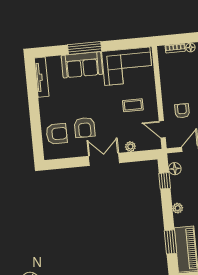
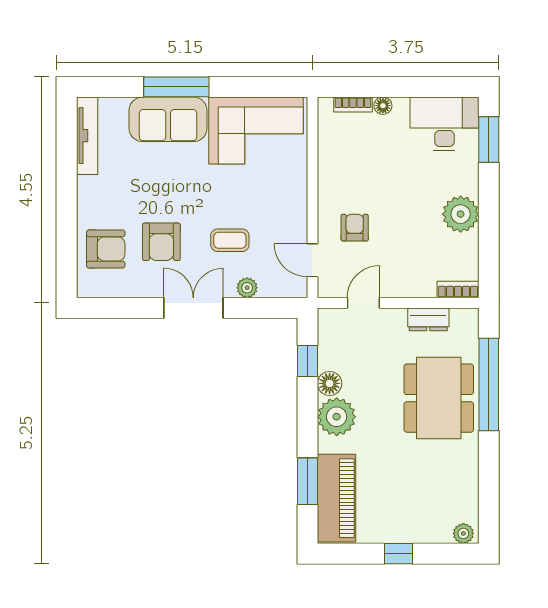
coffee table: (133, 105) -> (230, 240), moved
floor lamp: (175, 169) -> (330, 383), moved
plant: (178, 208) -> (337, 417), width x1.87, depth x1.87

